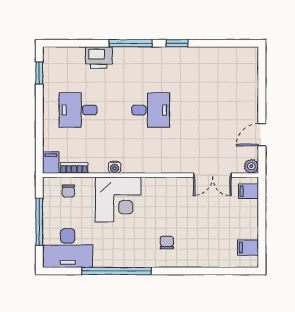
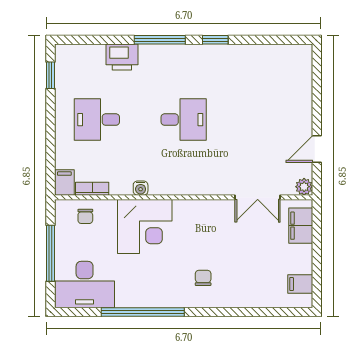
filing cabinet: (249, 191) -> (301, 226), width x2.00

